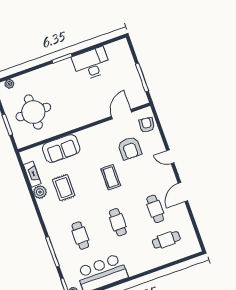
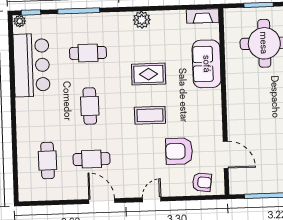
fireplace: (32, 174) -> (203, 16), moved
rug: (64, 188) -> (149, 74), moved
plant: (40, 192) -> (142, 20), moved
cafe table: (118, 222) -> (90, 106), turned 90

